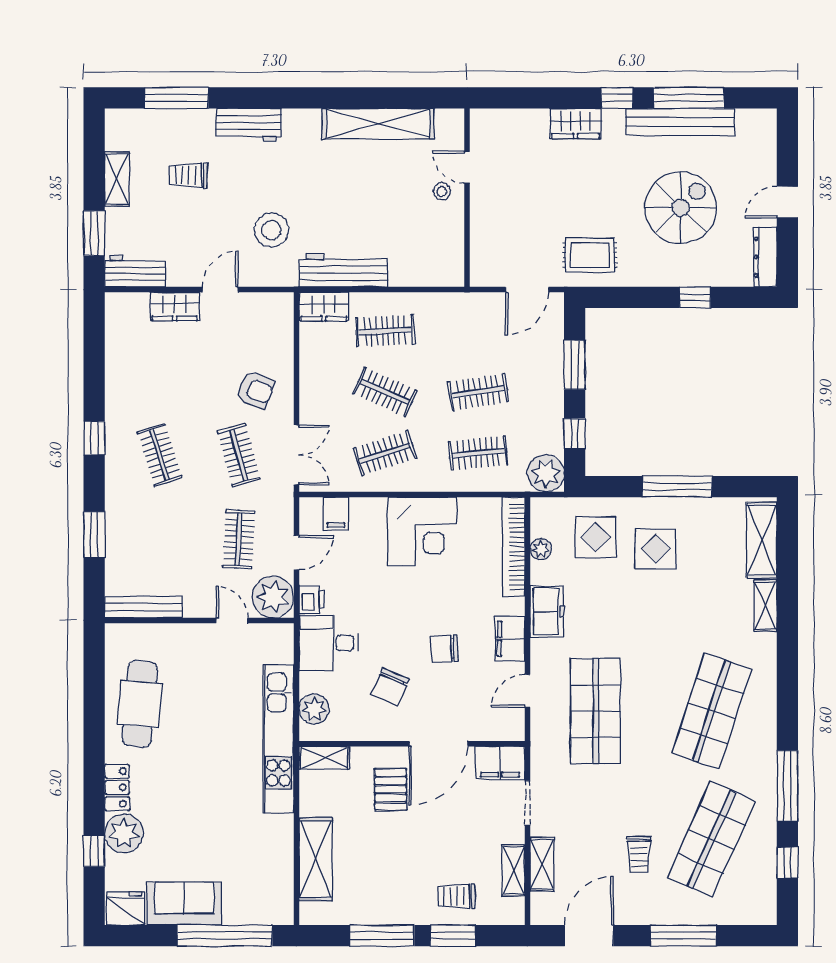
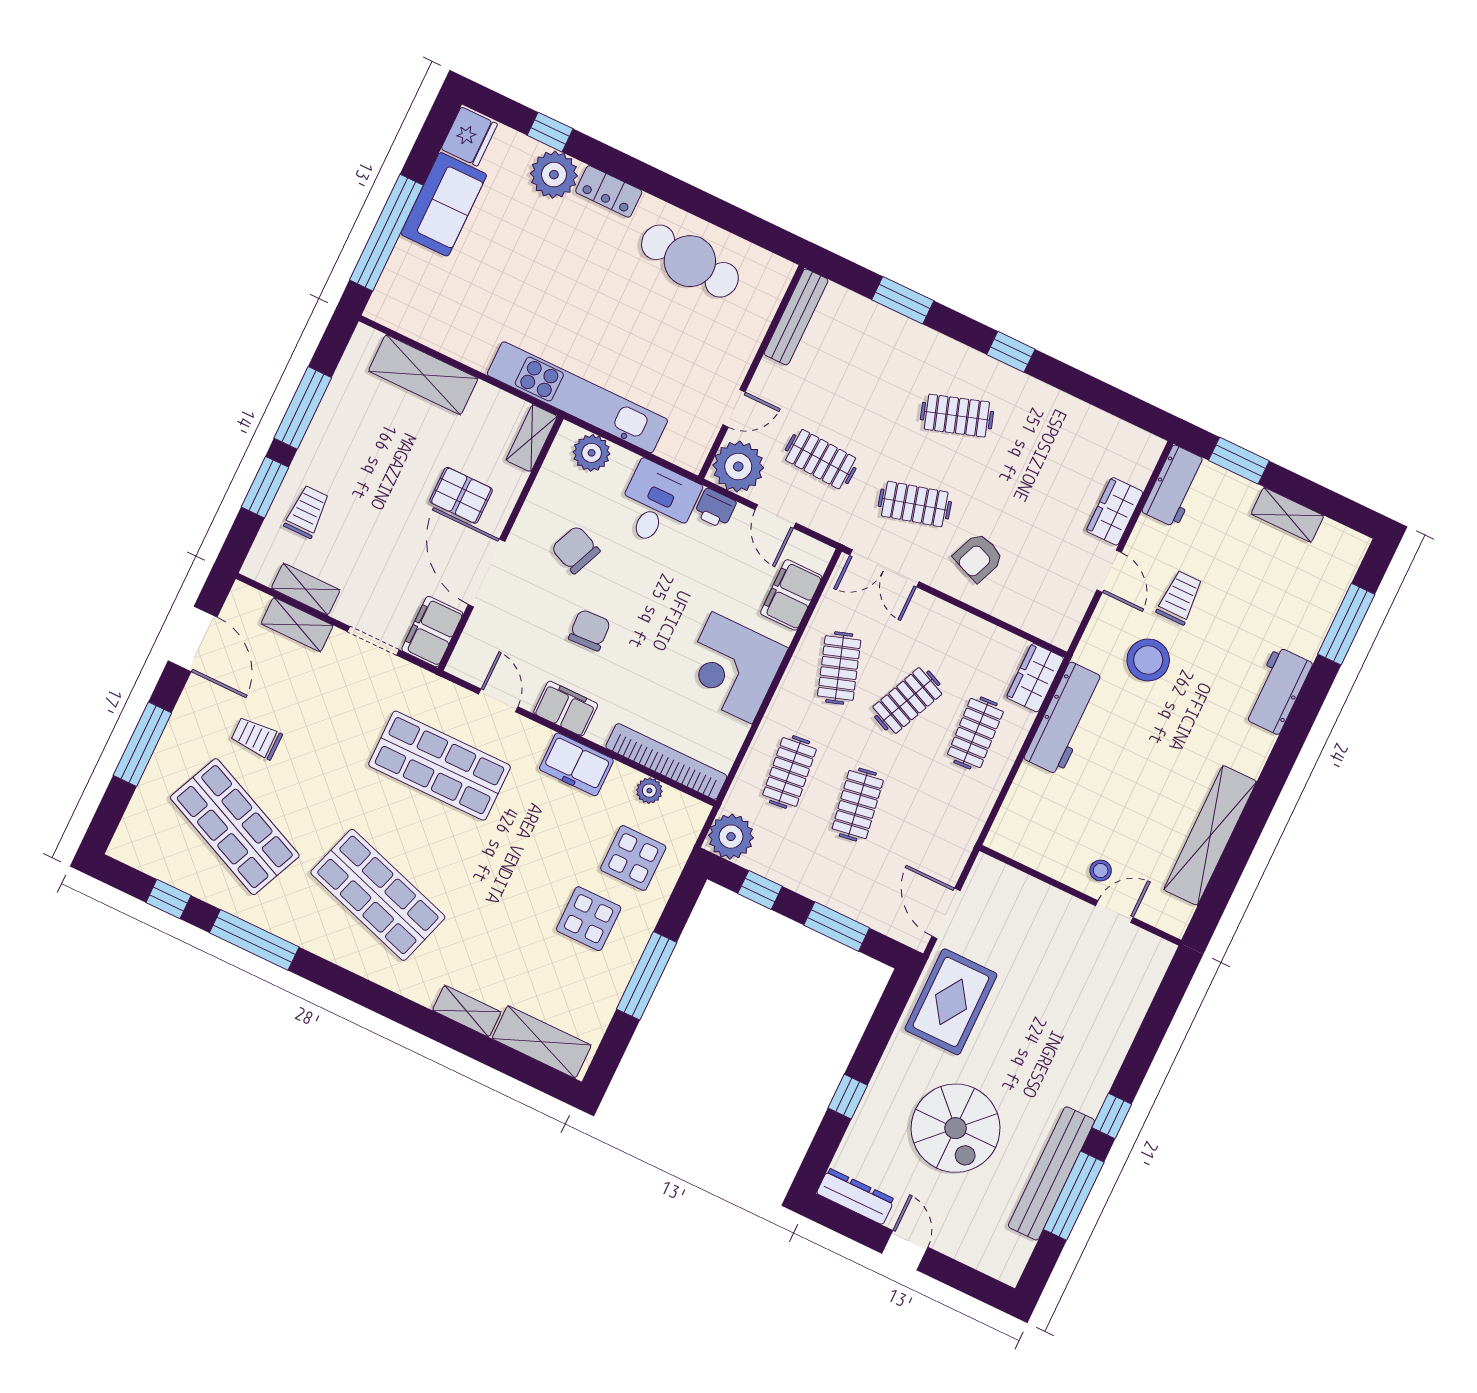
wardrobe: (576, 123) -> (1105, 1056), removed
trolley: (188, 175) -> (1180, 598), moved
rug: (590, 255) -> (951, 1002), width x1.36, depth x1.43
filing cabinet: (336, 514) -> (791, 595), width x2.00

